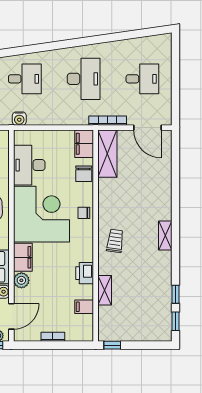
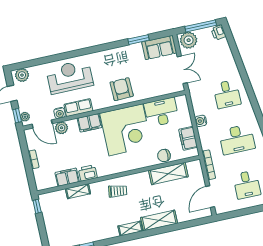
water cooler: (19, 119) -> (201, 121), moved
filing cabinet: (84, 144) -> (188, 138), moved, turned -90
shelving: (107, 154) -> (168, 174), moved
shelving: (163, 198) -> (159, 220), added
chair: (84, 213) -> (134, 162), removed
plant: (21, 280) -> (62, 128), moved
filing cabinet: (84, 307) -> (67, 177), width x2.00

